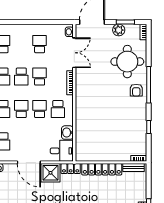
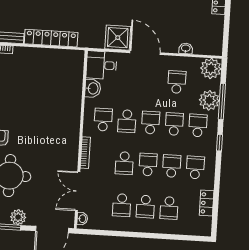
school desk: (21, 44) -> (145, 207), added
school desk: (21, 109) -> (151, 123), turned 180
locker: (71, 169) -> (91, 41), removed

